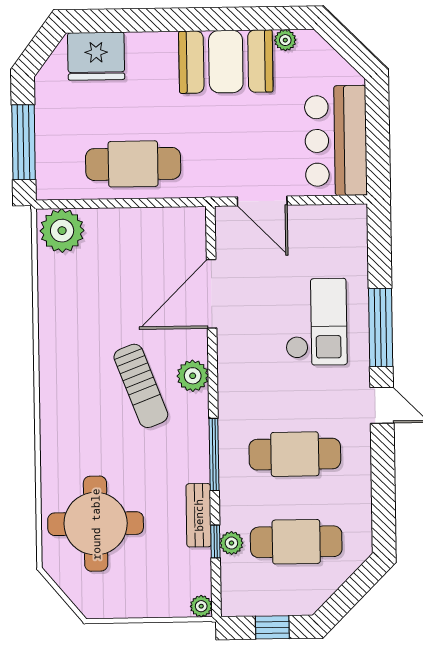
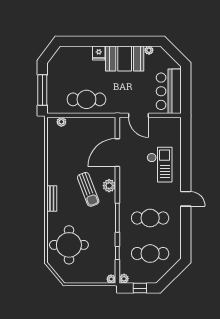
fridge: (96, 56) -> (99, 53), moved, width x0.53, depth x0.75
plant: (62, 231) -> (61, 122), width x0.53, depth x0.53
window: (381, 327) -> (186, 167), removed
bench: (199, 515) -> (52, 199), moved
plant: (231, 543) -> (124, 279), moved

